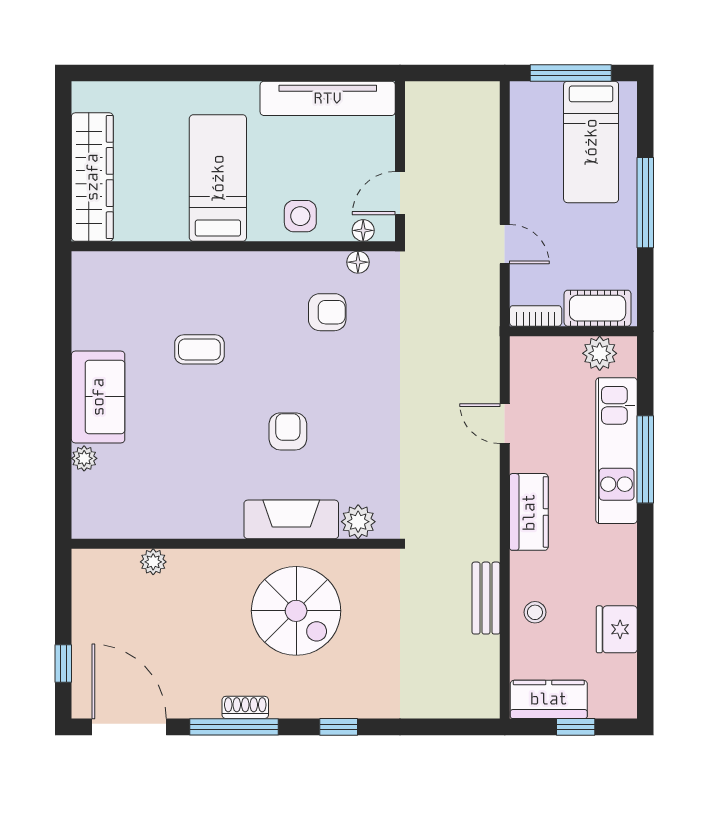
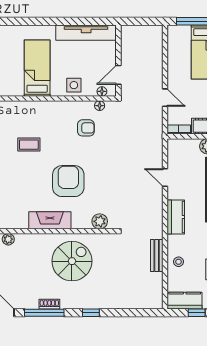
armchair: (288, 431) -> (68, 181), width x1.88, depth x1.88
fireplace: (291, 519) -> (50, 220), moved
spiral stairs: (296, 611) -> (72, 261), turned -90

